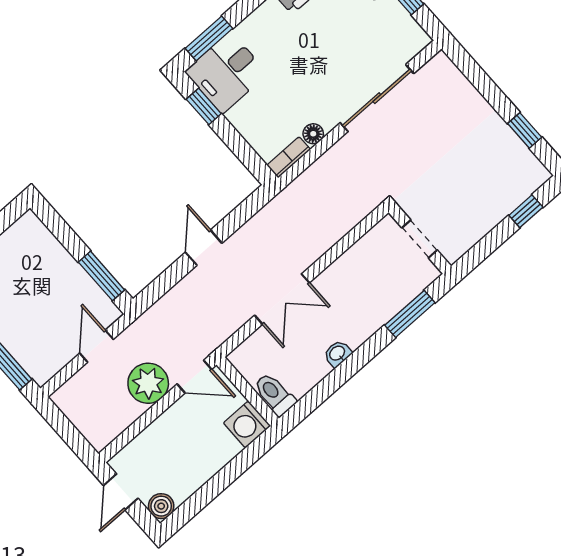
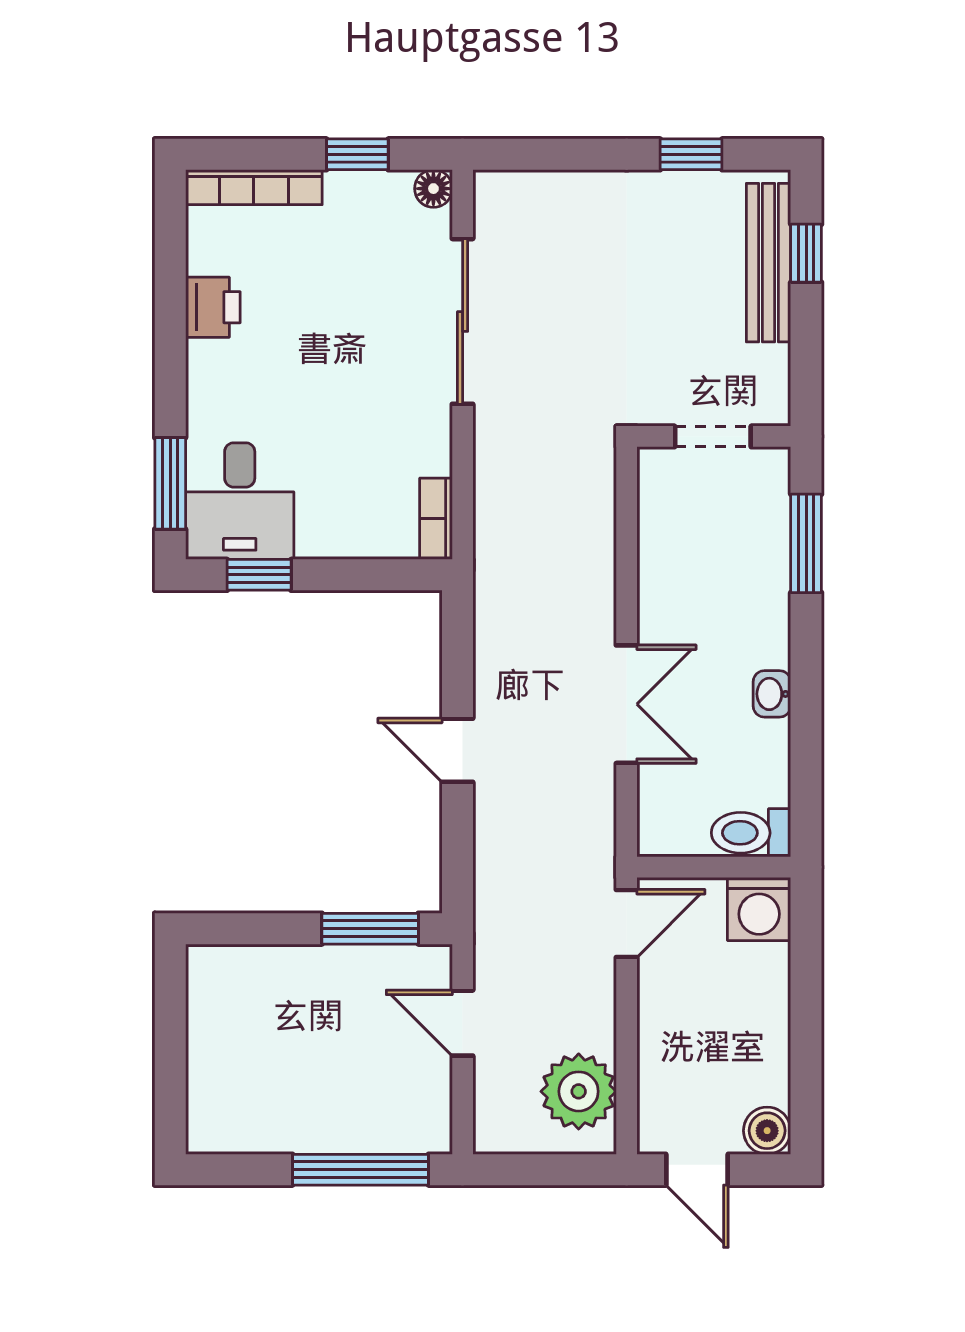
floor lamp: (313, 134) -> (433, 189), moved
bench: (509, 200) -> (768, 263), added
plant: (148, 383) -> (579, 1091), moved

